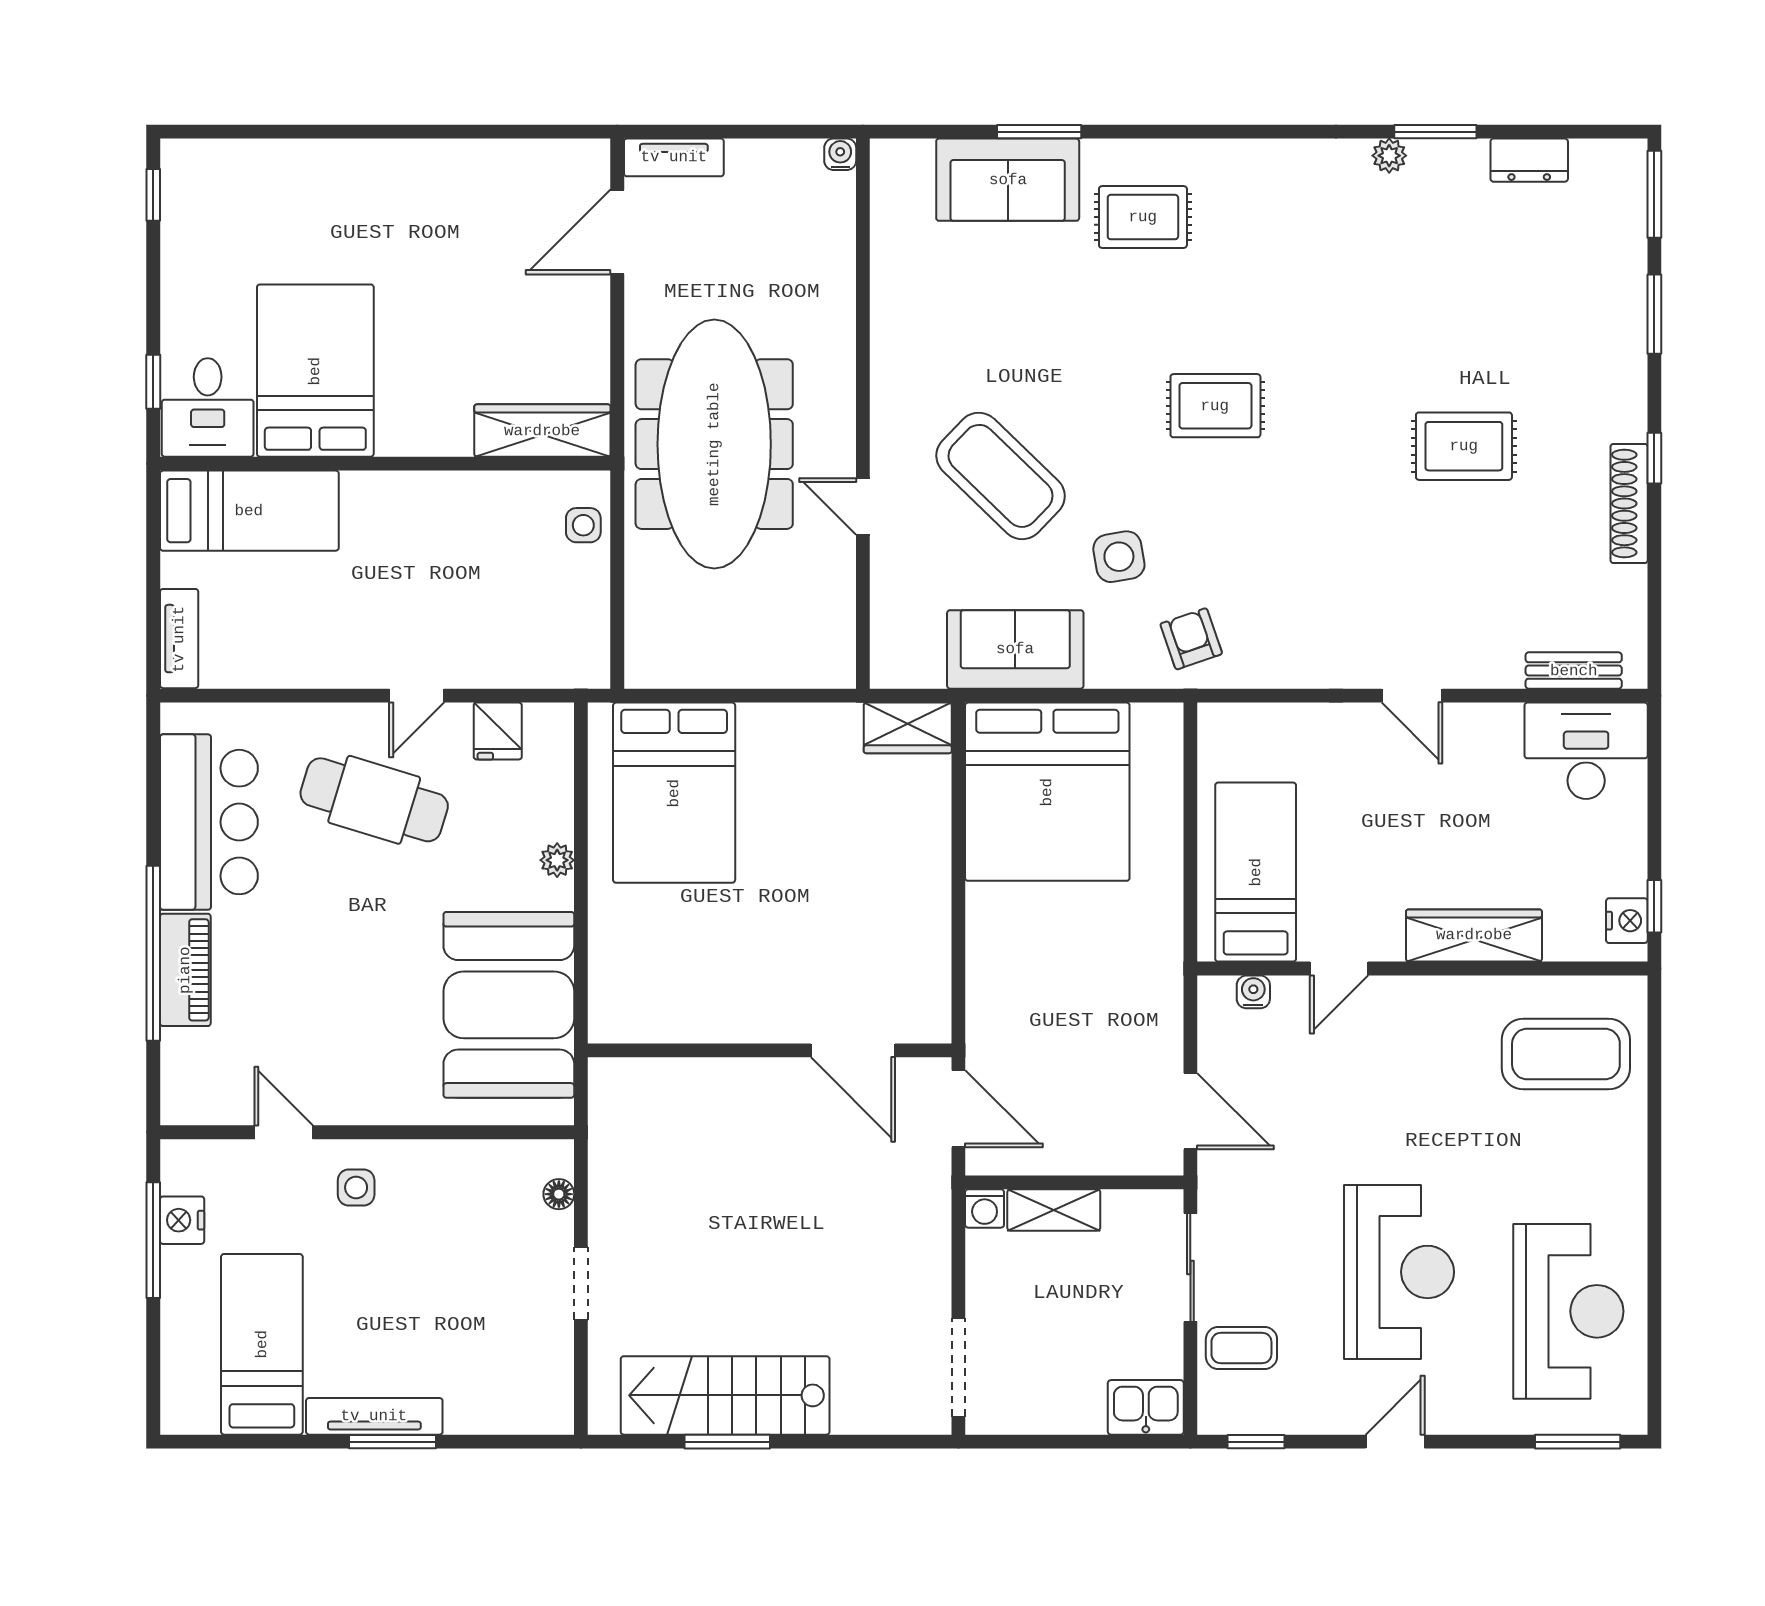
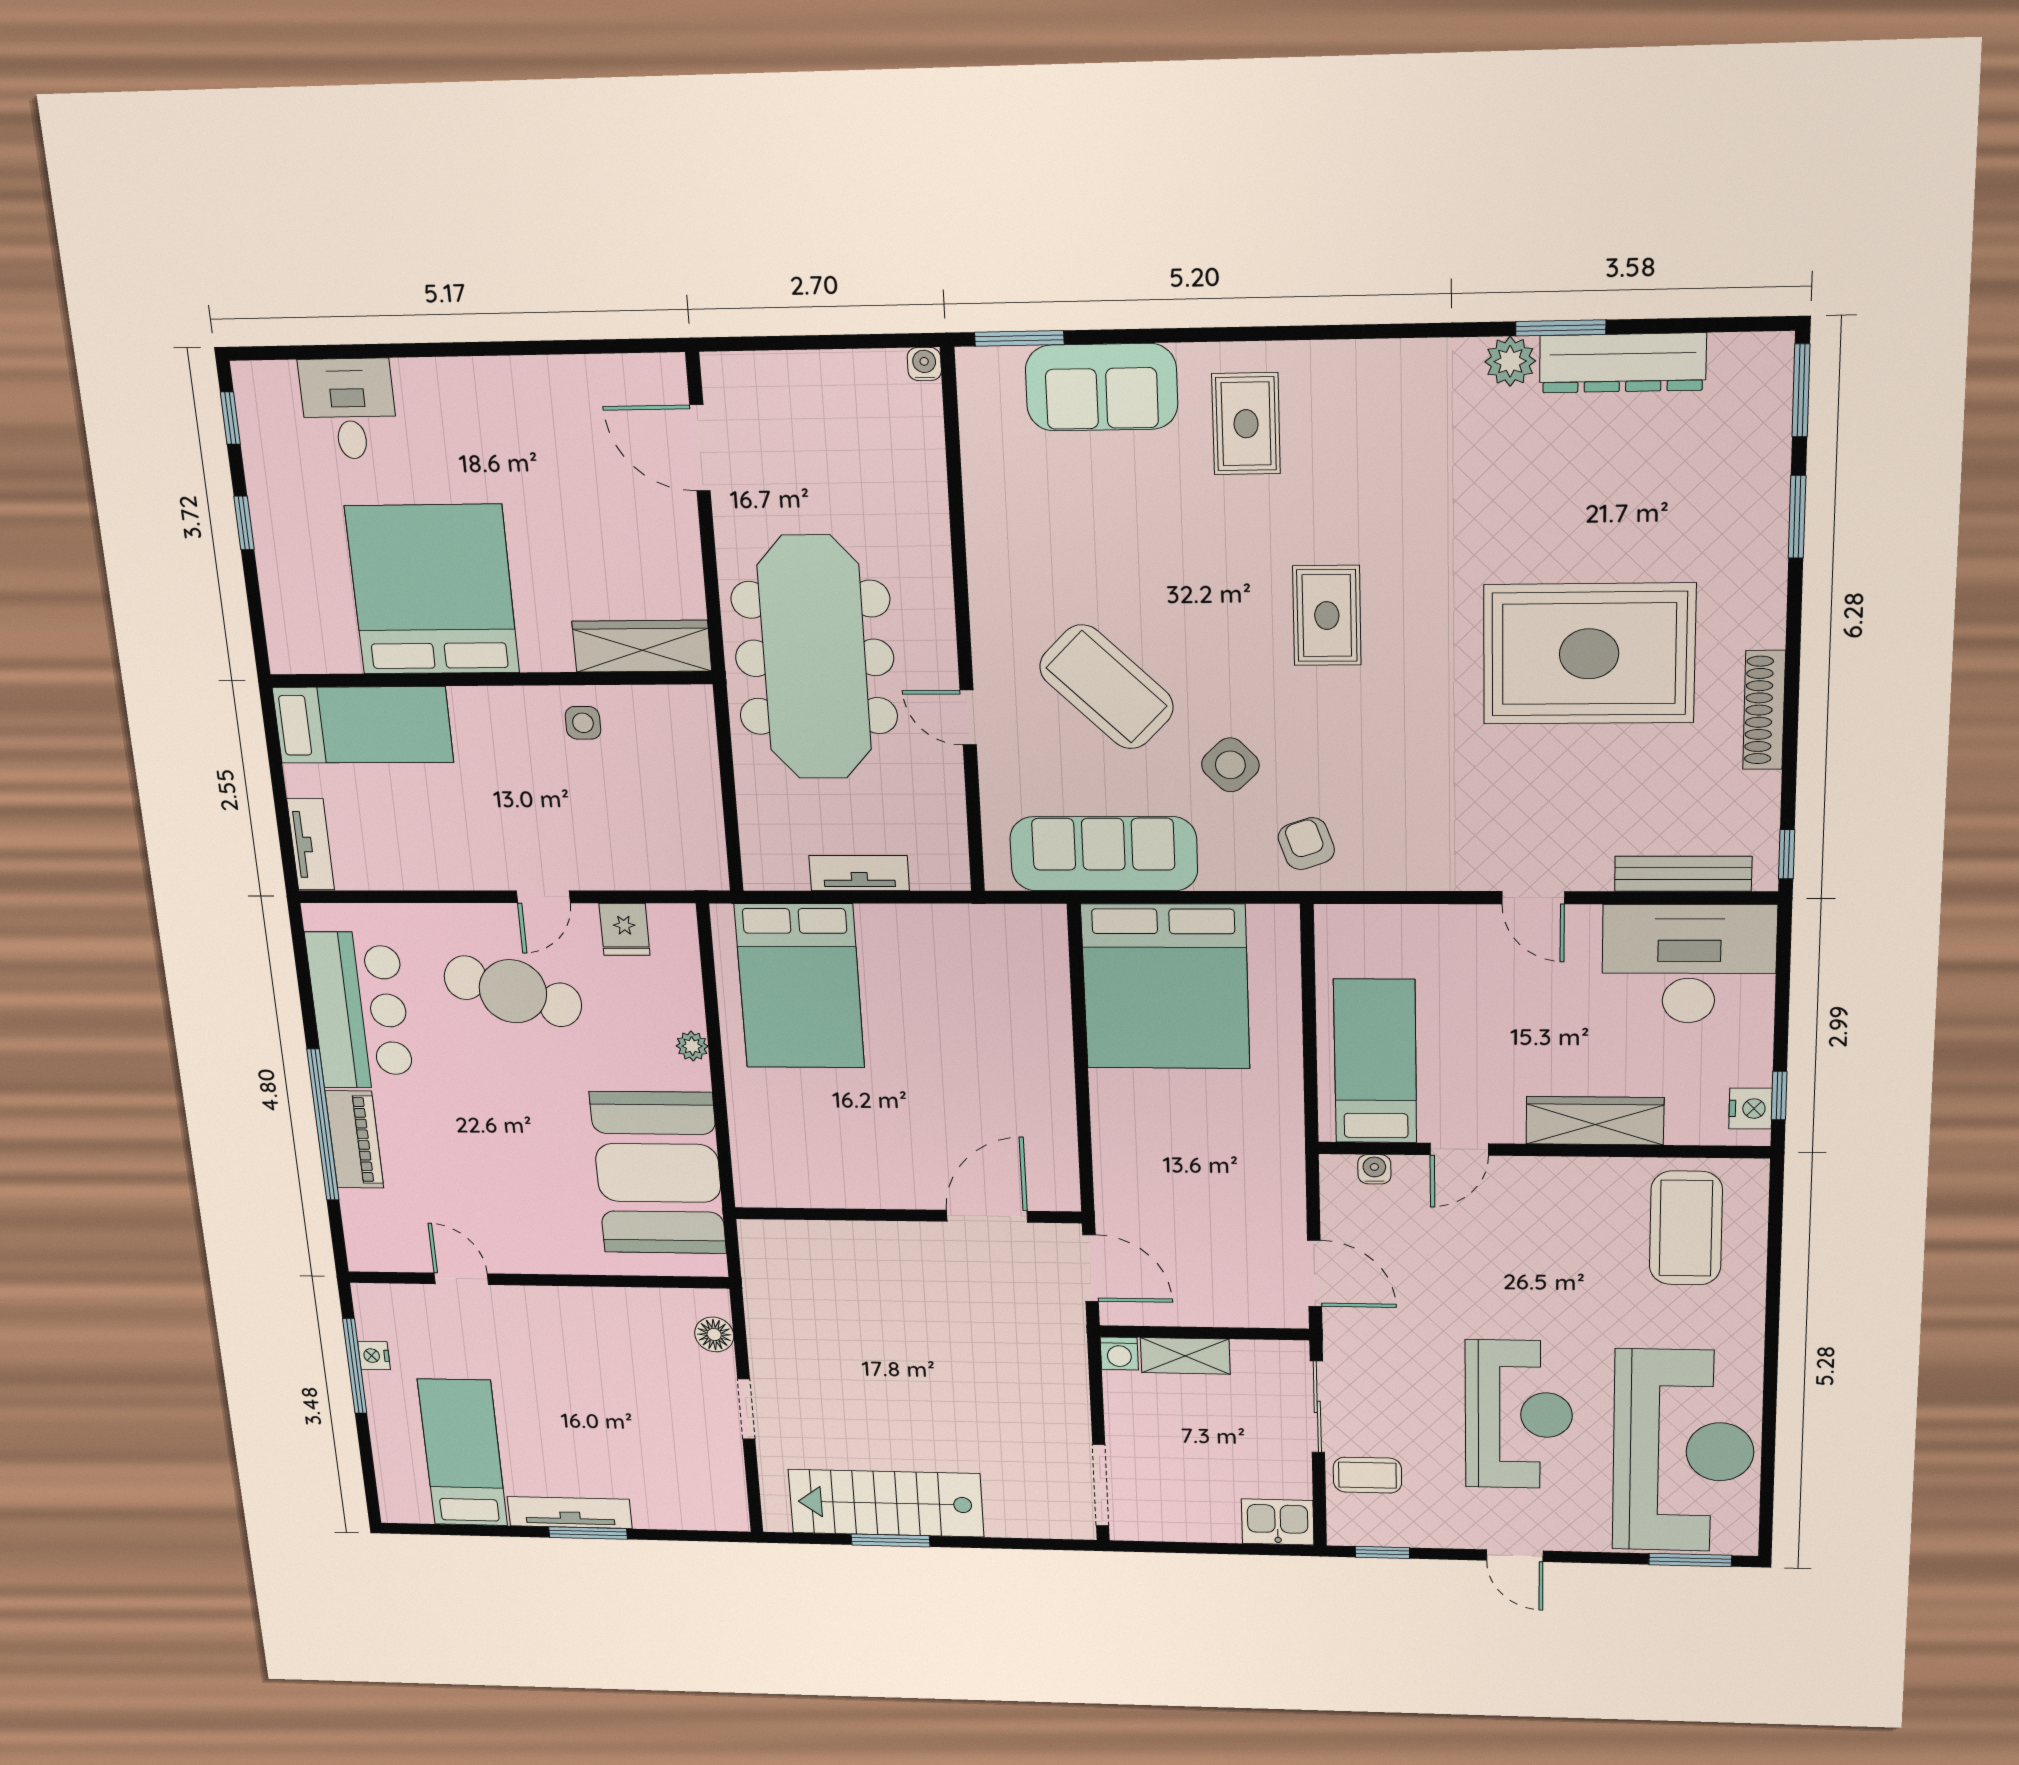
window: (1039, 132) -> (1019, 338), moved
plant: (1389, 156) -> (1510, 361), width x1.38, depth x1.38
tv unit: (674, 157) -> (859, 873), moved, turned 180
dresser: (1529, 160) -> (1623, 363), width x1.96, depth x1.24
rug: (1143, 217) -> (1246, 424), turned 90
door: (617, 232) -> (700, 448), hinge flipped
bed: (315, 371) -> (432, 590), width x1.36
window: (153, 382) -> (244, 523), moved
rug: (1215, 406) -> (1327, 616), turned 90
desk: (208, 407) -> (349, 409), moved, turned 180
rug: (1464, 446) -> (1589, 654), width x1.86, depth x2.06
window: (1654, 458) -> (1787, 854), moved
side table: (583, 525) -> (583, 723), moved
side table: (1119, 557) -> (1230, 765), turned -34
sofa: (1015, 649) -> (1104, 854), width x1.36
bench: (1574, 671) -> (1683, 874), width x1.36
wardrobe: (908, 728) -> (1024, 927), removed
desk: (1586, 751) -> (1689, 964), width x1.36, depth x1.30
door: (853, 1050) -> (987, 1216), swing flipped
coffee table: (1566, 1054) -> (1686, 1228), turned 90
side table: (356, 1187) -> (533, 1326), removed
floor lamp: (559, 1194) -> (714, 1334), width x1.37, depth x1.37
nightstand: (182, 1220) -> (374, 1356), width x0.72, depth x0.74
reception desk: (1568, 1311) -> (1684, 1451), width x1.36, depth x1.30
door: (1395, 1442) -> (1515, 1556), swing flipped

